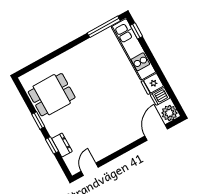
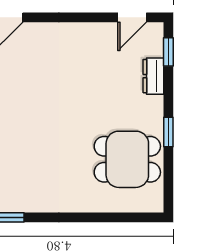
window: (52, 145) -> (168, 52), moved

